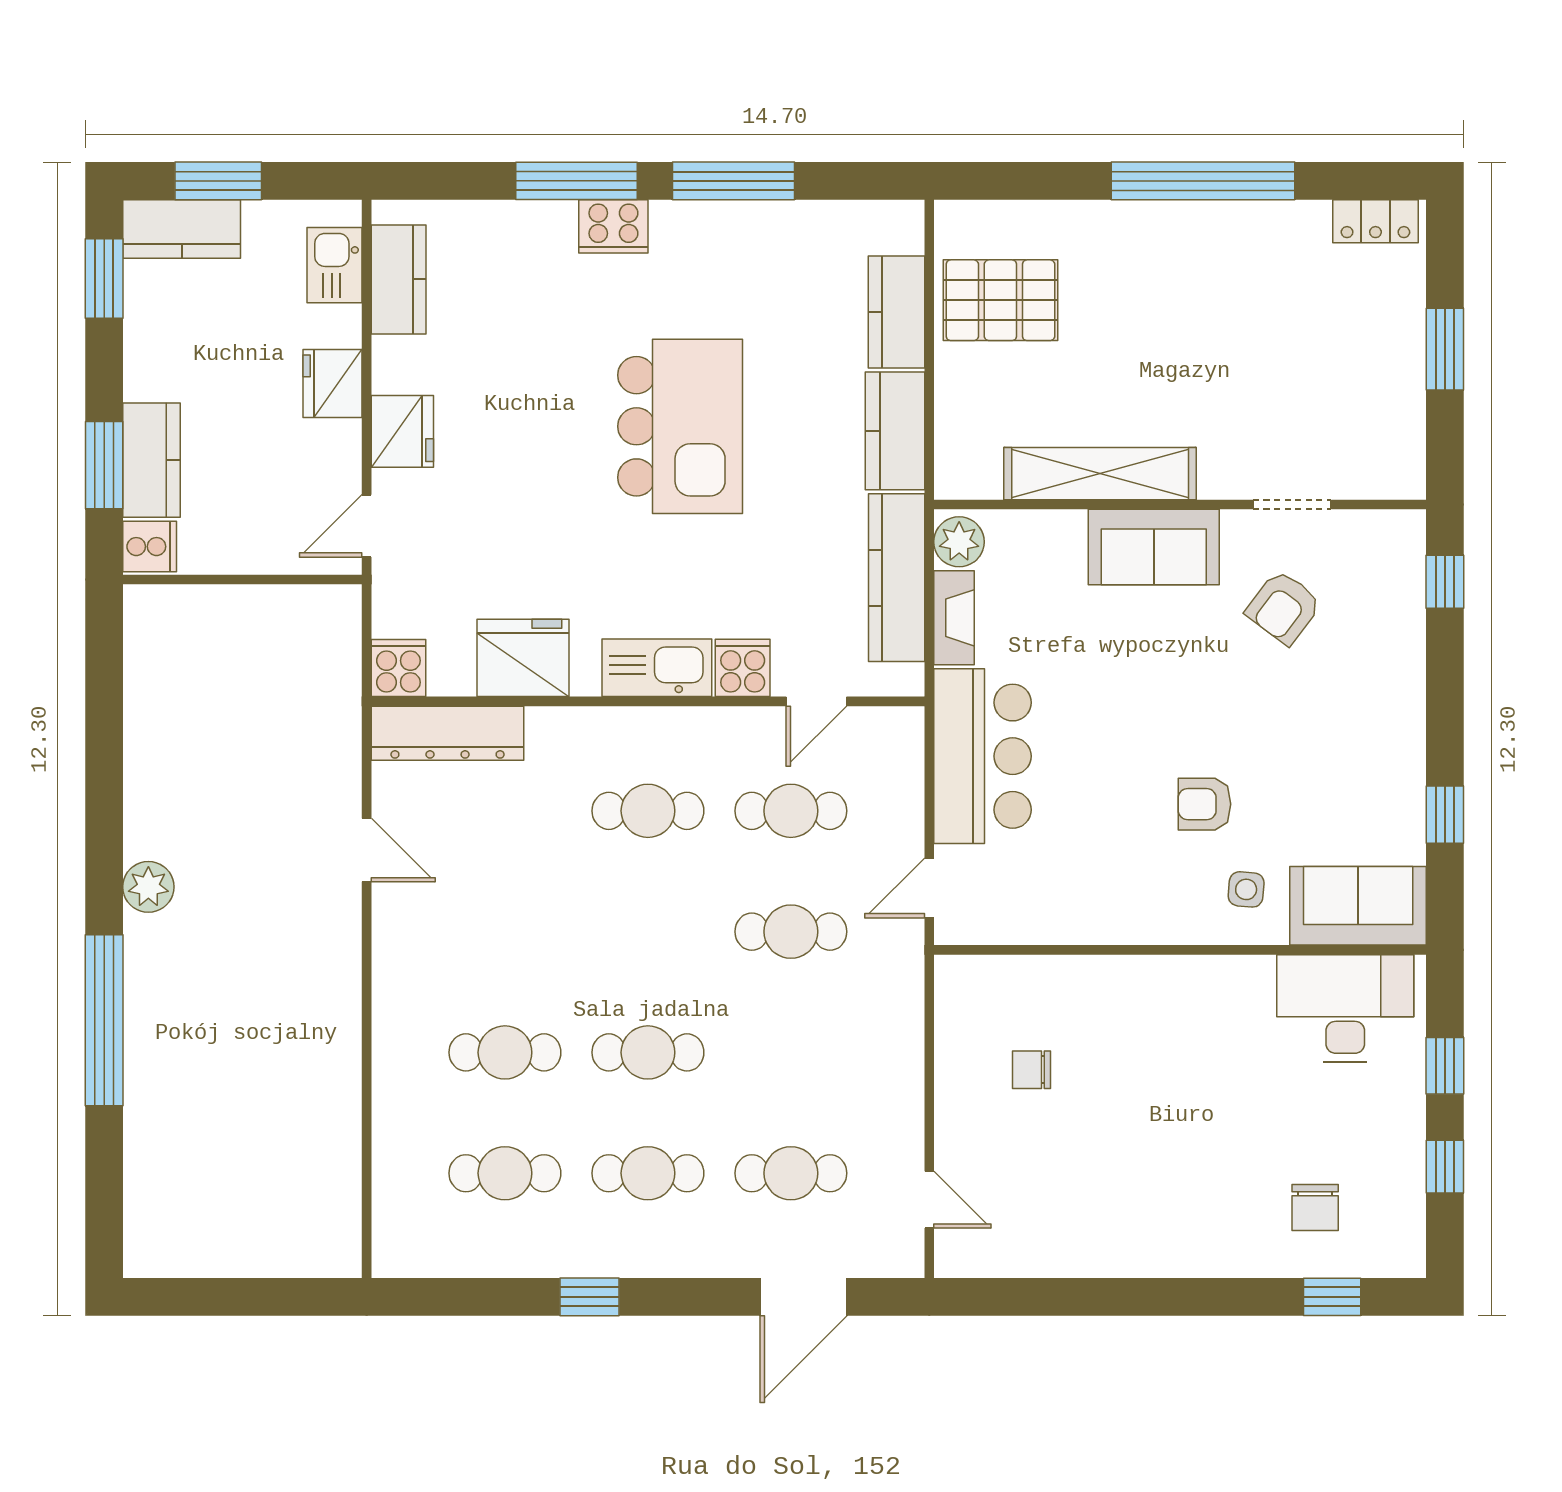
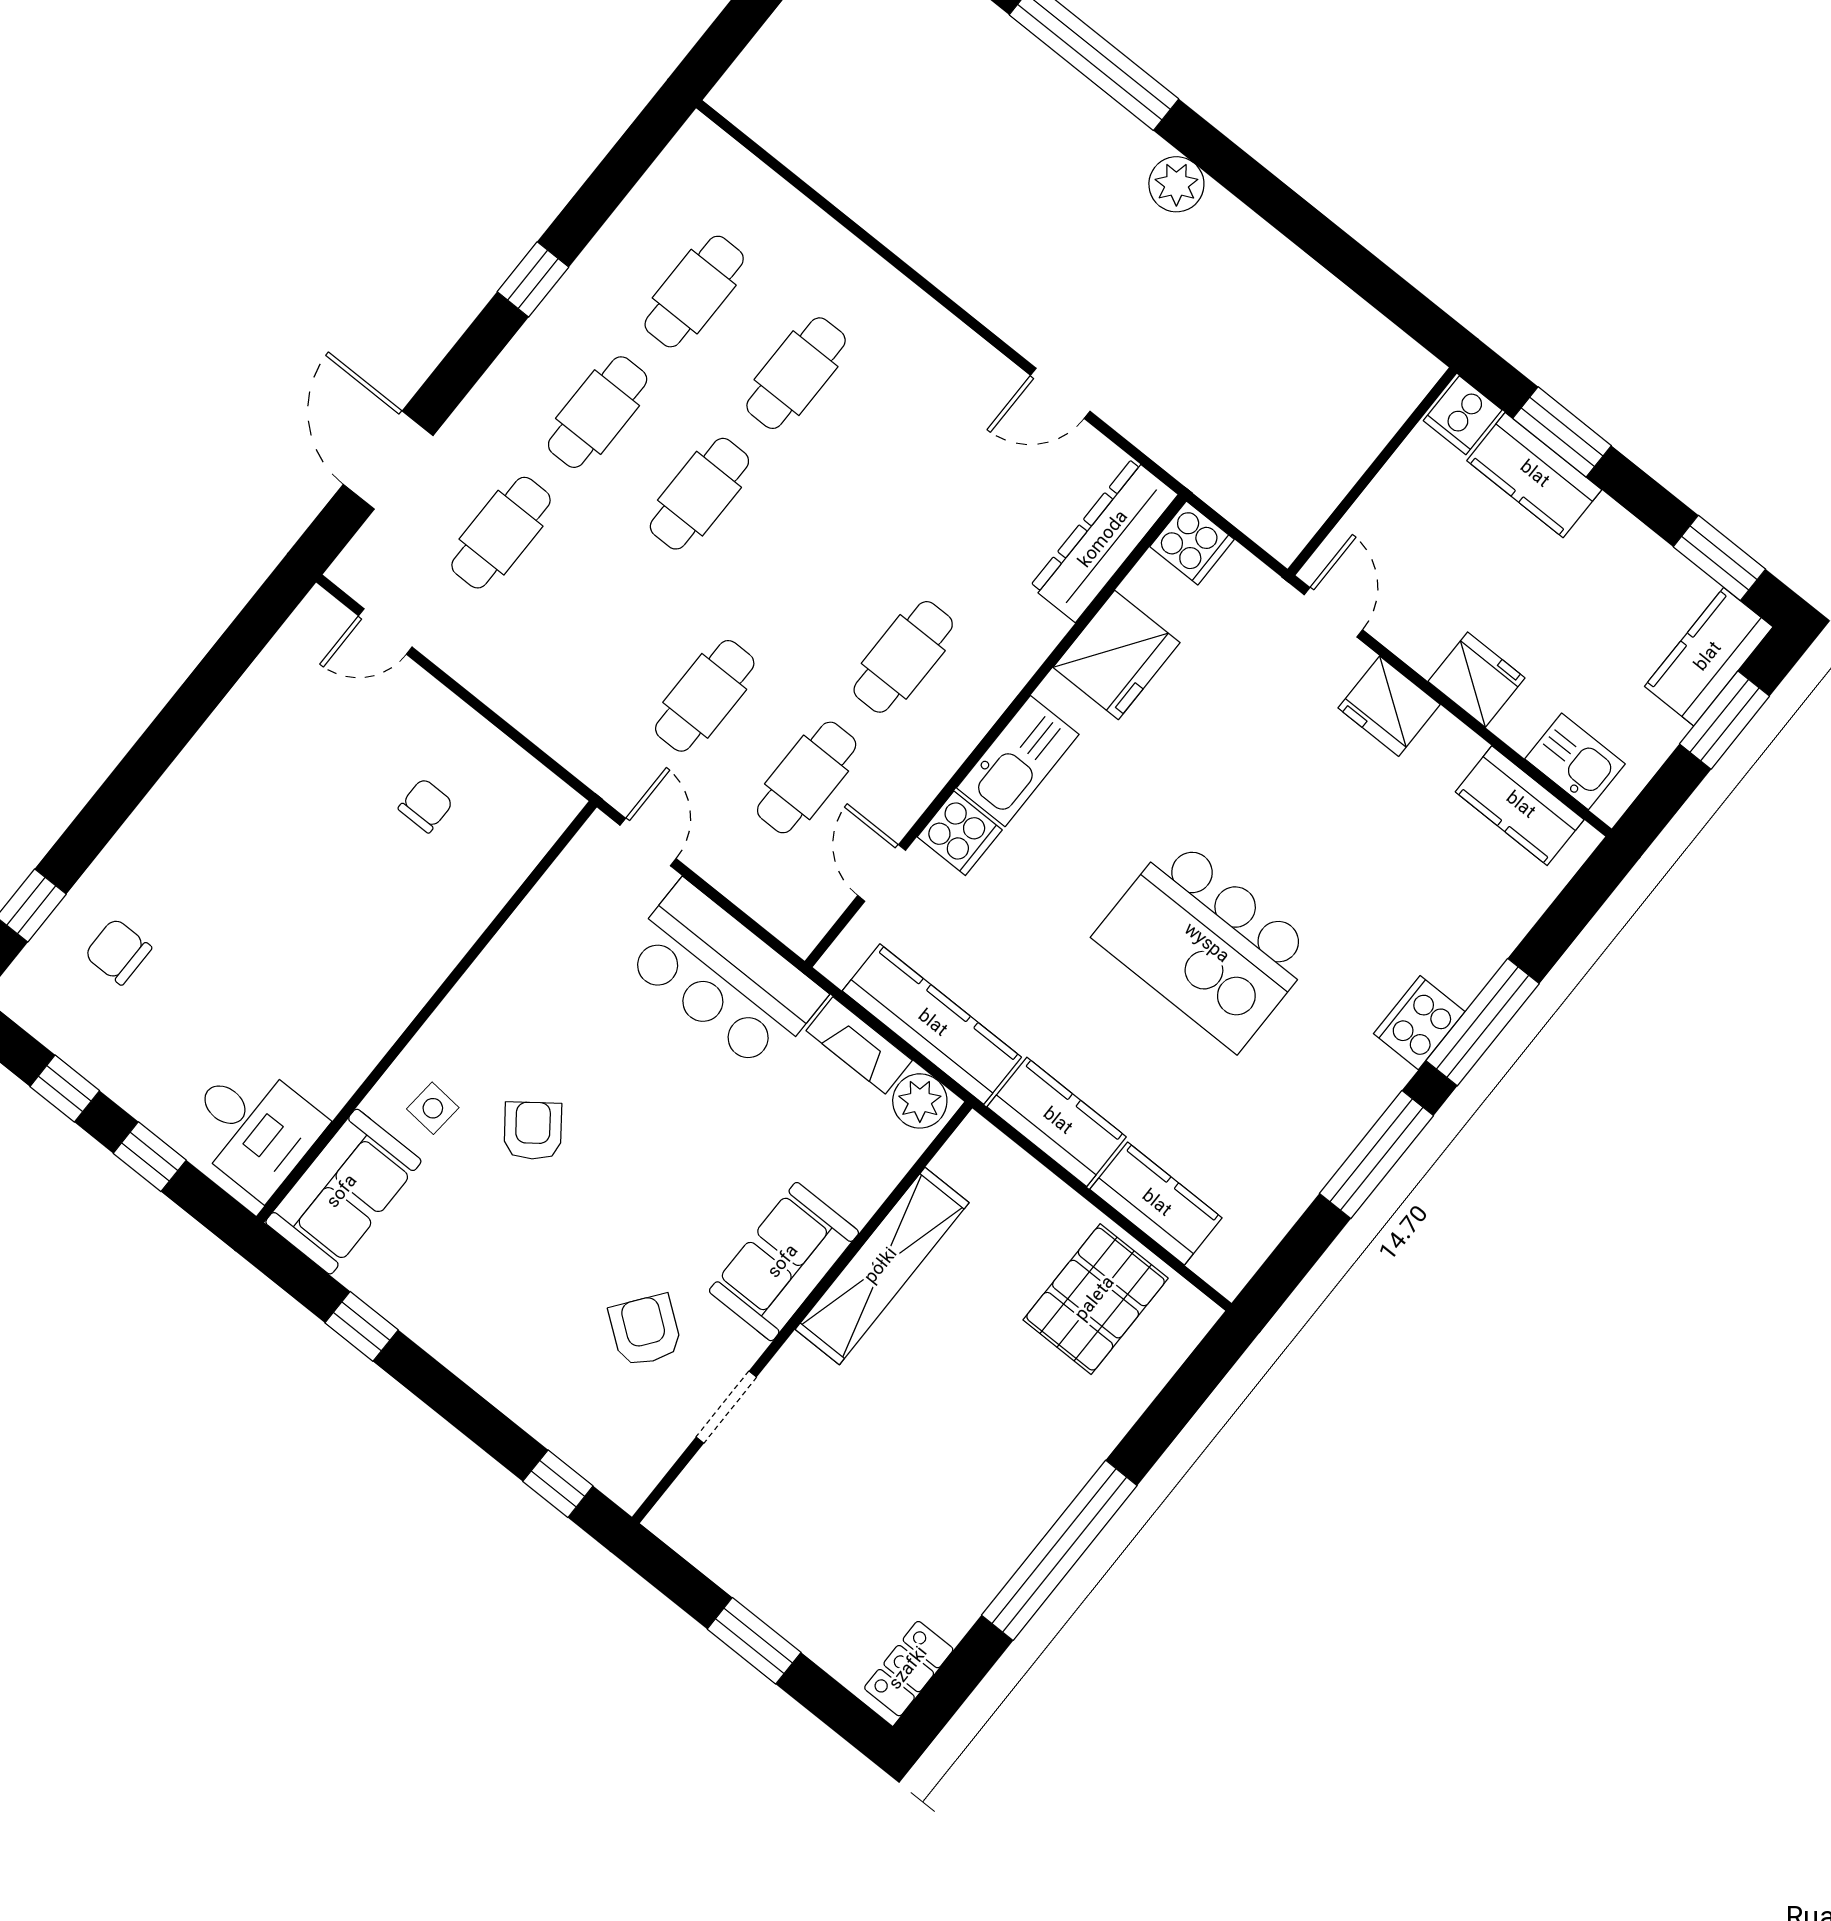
armchair: (1204, 804) -> (533, 1131), turned -37
desk: (1345, 1008) -> (253, 1127), width x0.73

